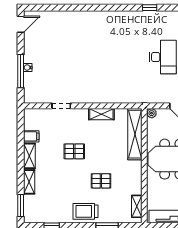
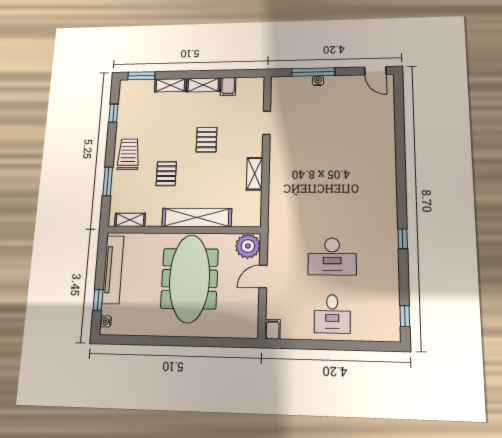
plant: (152, 113) -> (248, 246), width x1.87, depth x1.87
shelving: (135, 134) -> (197, 217), moved

